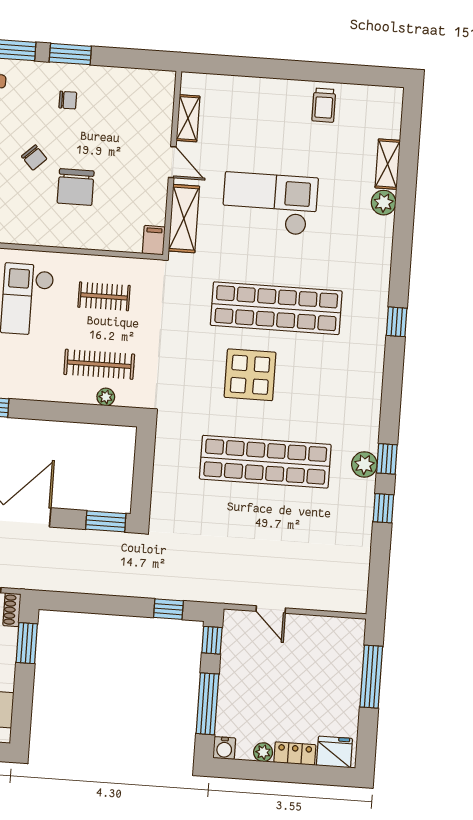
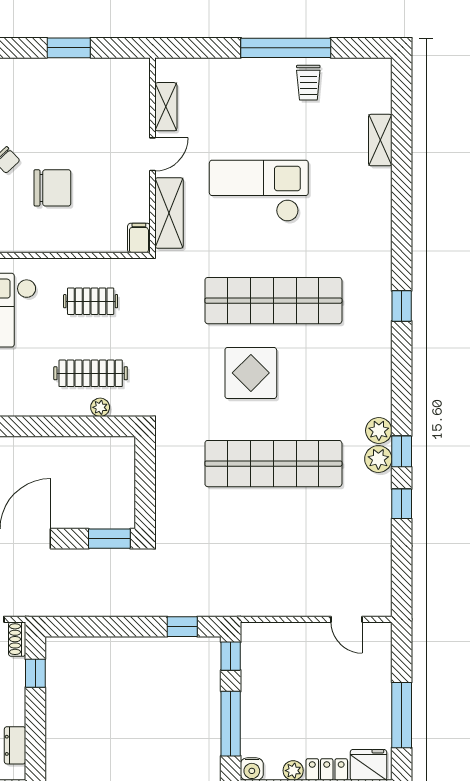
window: (70, 54) -> (69, 48), moved
window: (305, 71) -> (286, 48), added
chair: (68, 100) -> (38, 97), removed
door: (172, 162) -> (153, 154), hinge flipped
chair: (76, 187) -> (52, 188), turned -90
plant: (384, 203) -> (379, 431), moved
door: (271, 610) -> (347, 619), moved
window: (27, 643) -> (35, 673), width x0.67
window: (371, 677) -> (402, 715), moved

